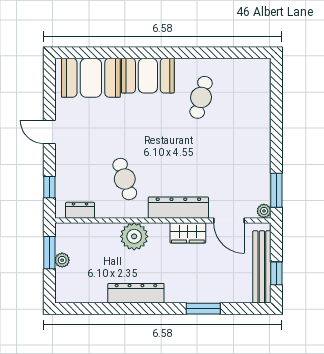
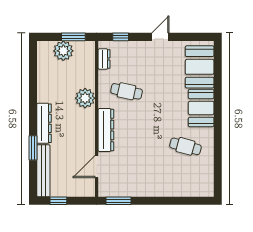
cafe table: (125, 179) -> (127, 91), turned 30
plant: (264, 211) -> (103, 192), removed
wardrobe: (188, 233) -> (88, 137), removed
plant: (62, 260) -> (63, 51), width x1.87, depth x1.87
bench: (262, 267) -> (43, 171), moved, turned 90
dresser: (136, 293) -> (44, 123), moved

